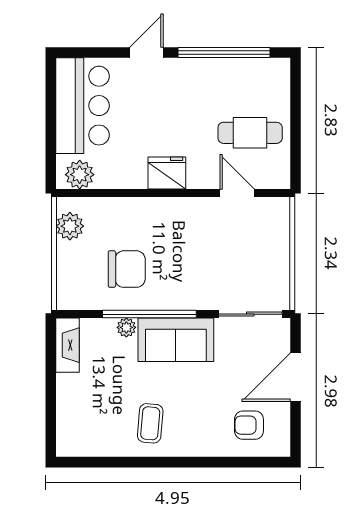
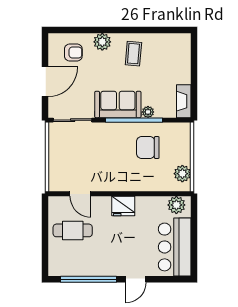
plant: (201, 443) -> (102, 42), added

